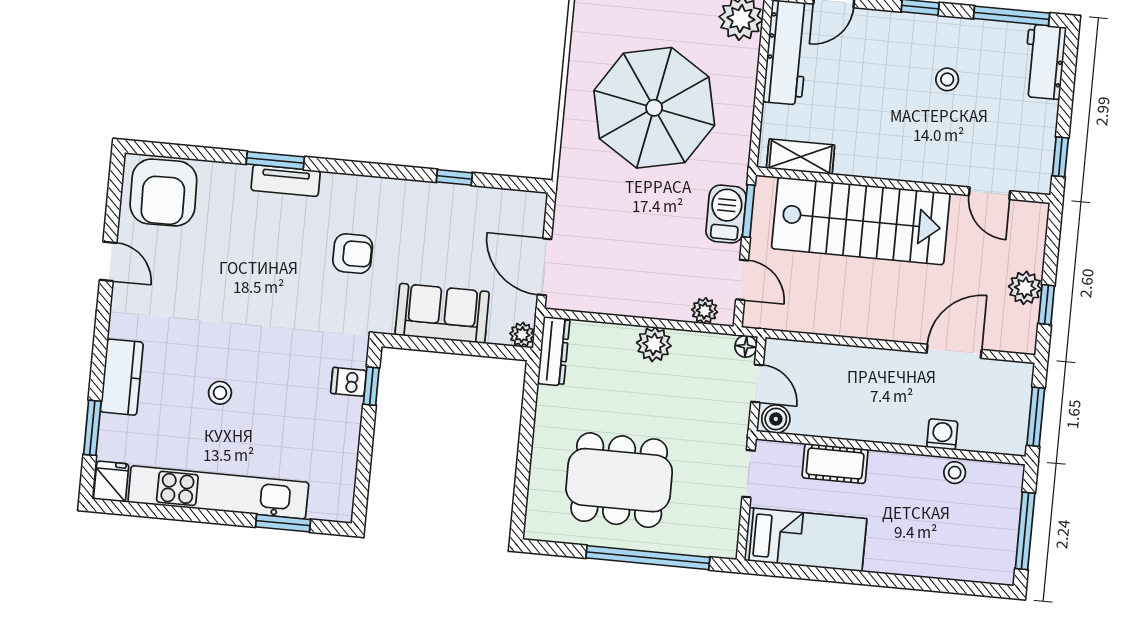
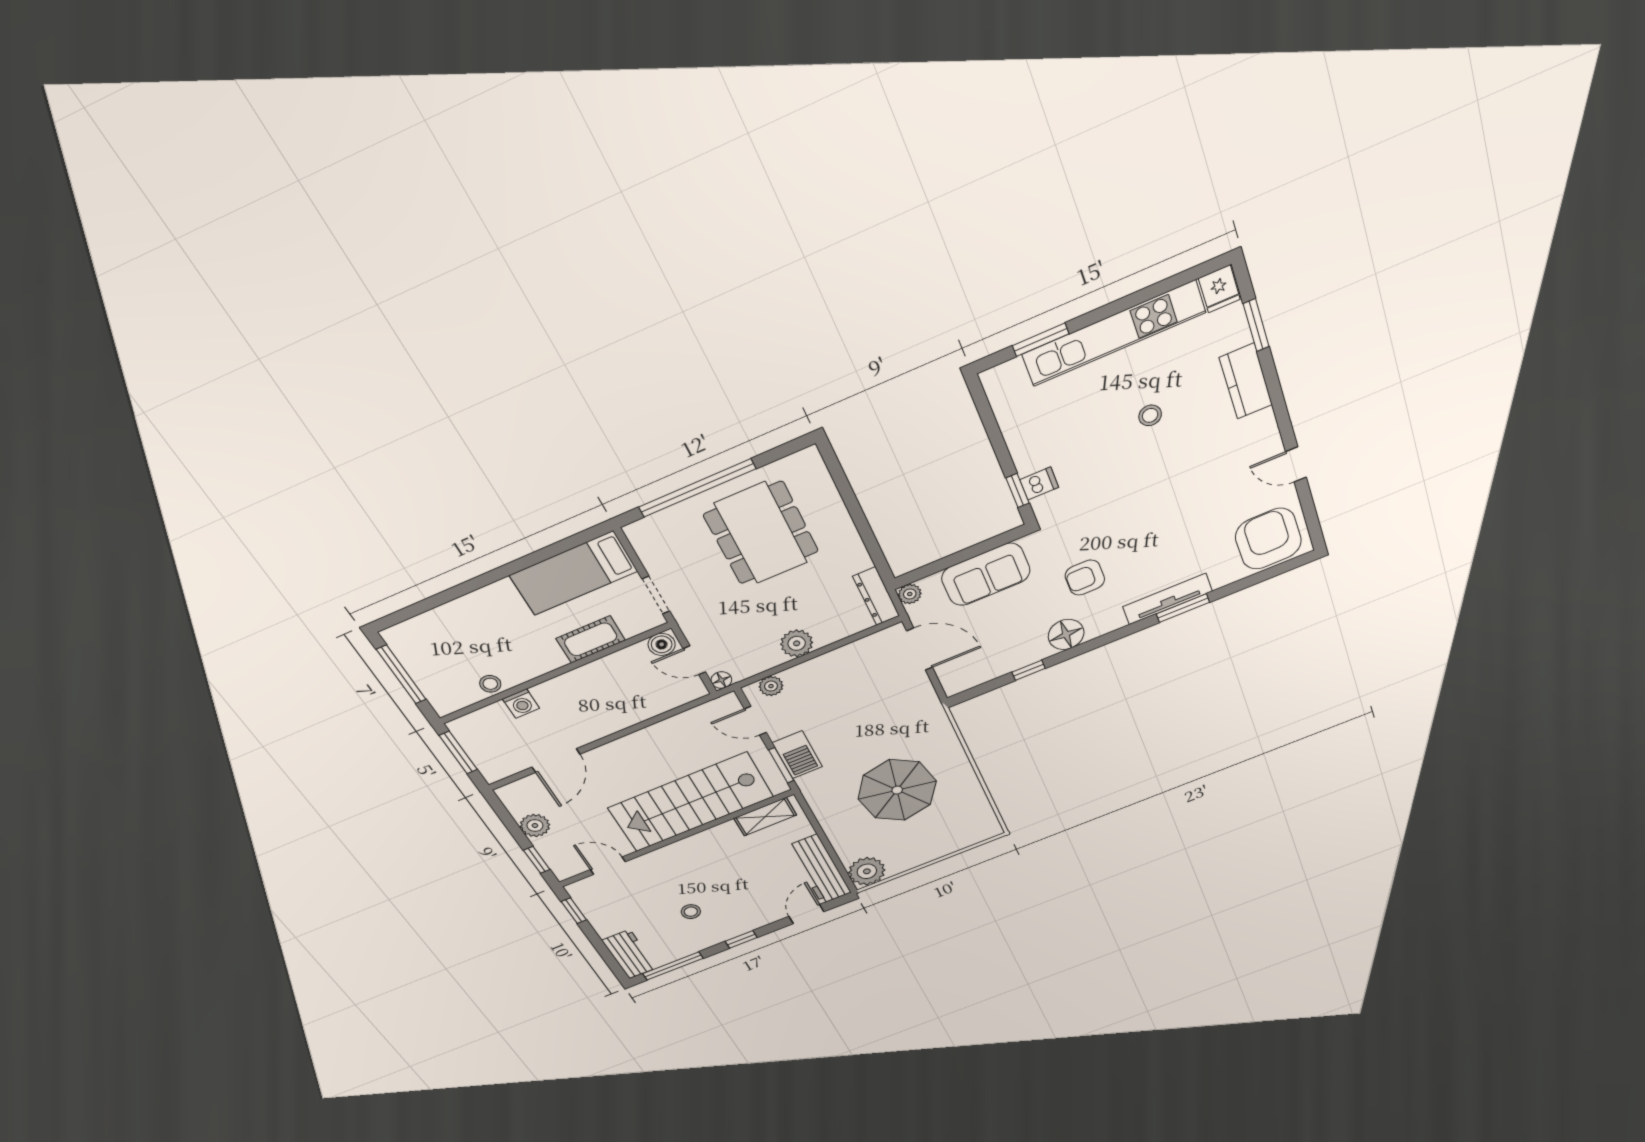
parasol: (654, 108) -> (897, 790), width x0.73, depth x0.73
tv unit: (286, 181) -> (1167, 599), width x1.41
floor lamp: (399, 198) -> (1066, 634), added
window: (1046, 305) -> (537, 860), moved
dining table: (619, 480) -> (761, 533), turned 90

